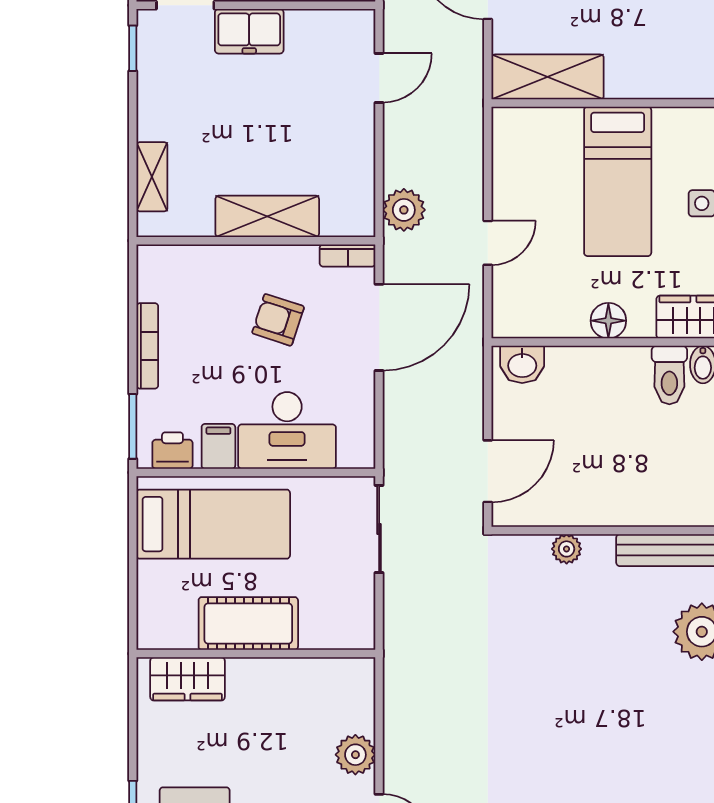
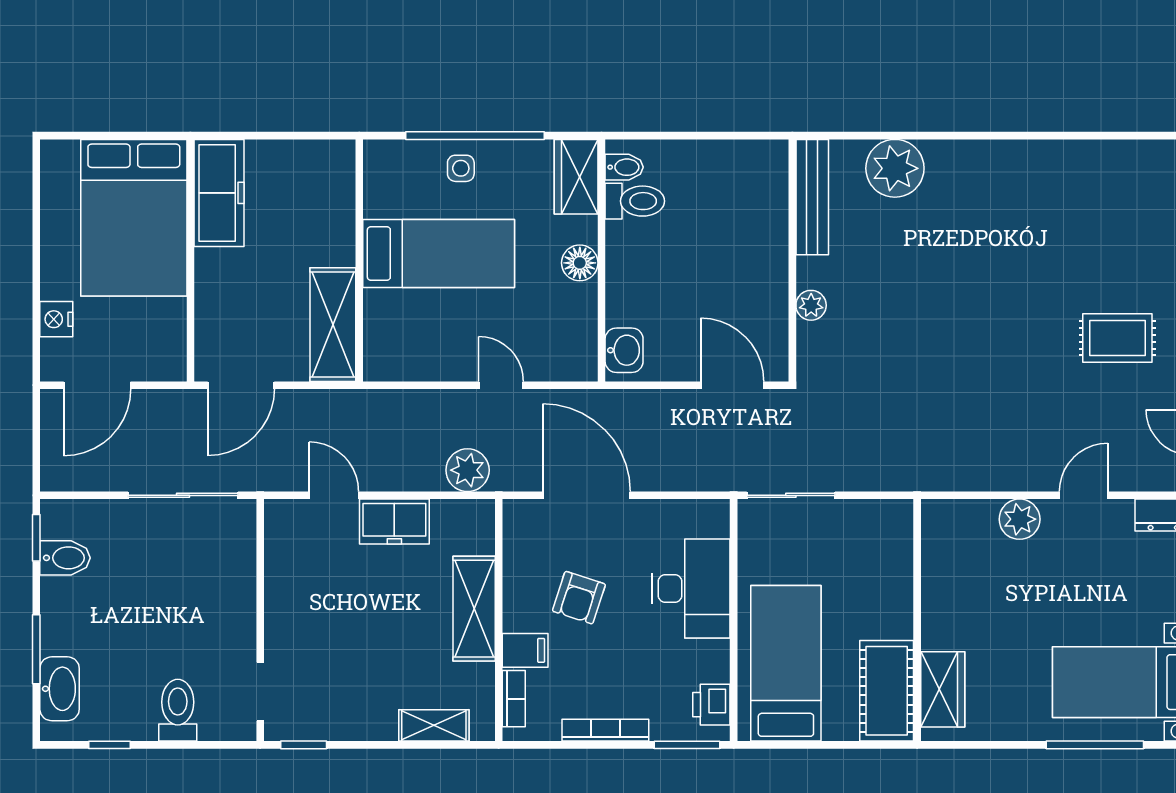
freezer: (249, 31) -> (394, 522), moved, turned 90
bookcase: (348, 255) -> (514, 699), moved
filing cabinet: (218, 446) -> (525, 650), moved, turned 180
cot: (248, 624) -> (887, 691), moved

